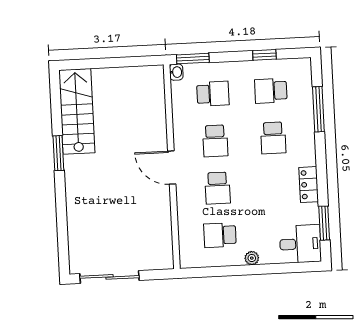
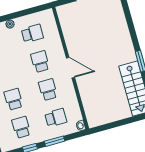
window: (193, 59) -> (55, 141), moved
school desk: (271, 91) -> (21, 127), turned -90
school desk: (213, 94) -> (56, 118), turned 180

